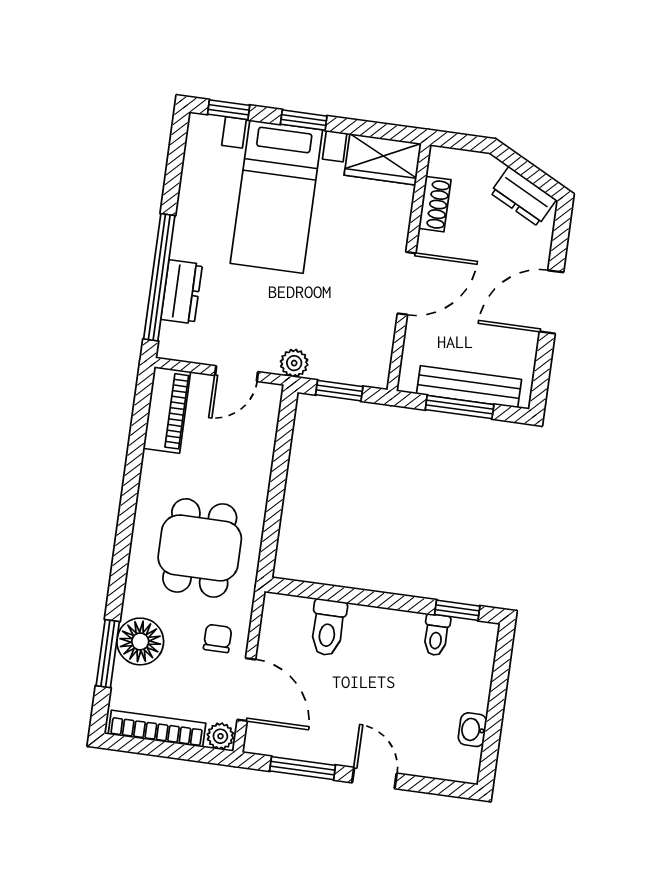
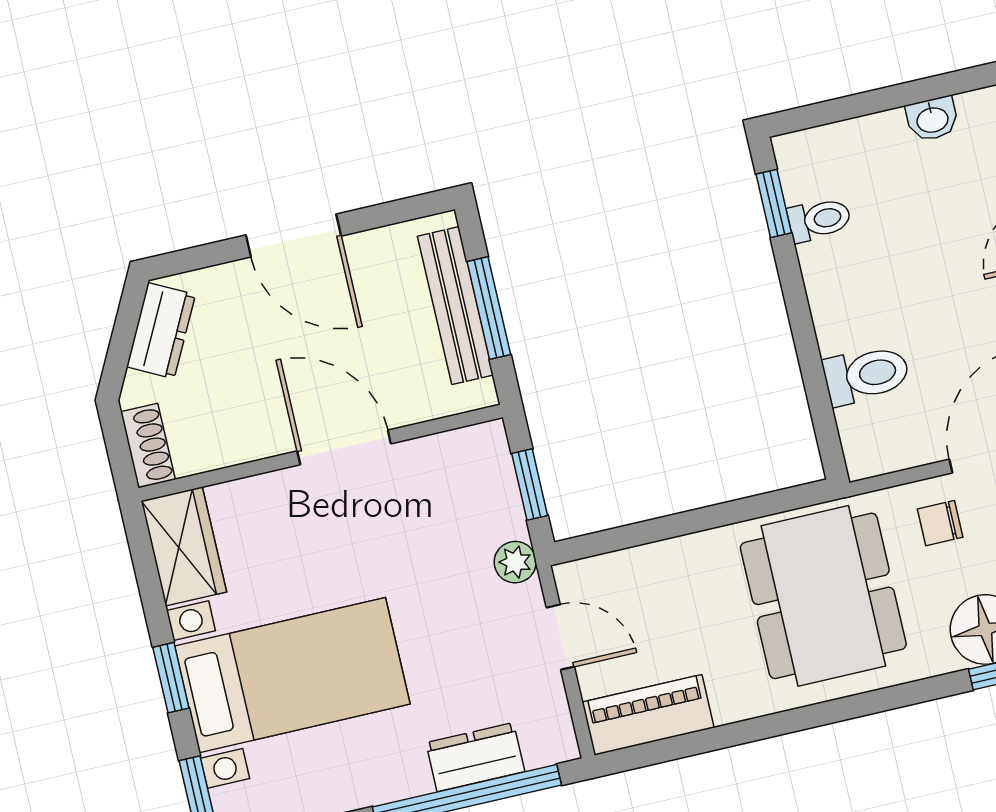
shoe rack: (435, 204) -> (148, 446), moved, turned 90
dining table: (200, 548) -> (823, 596), width x1.38

